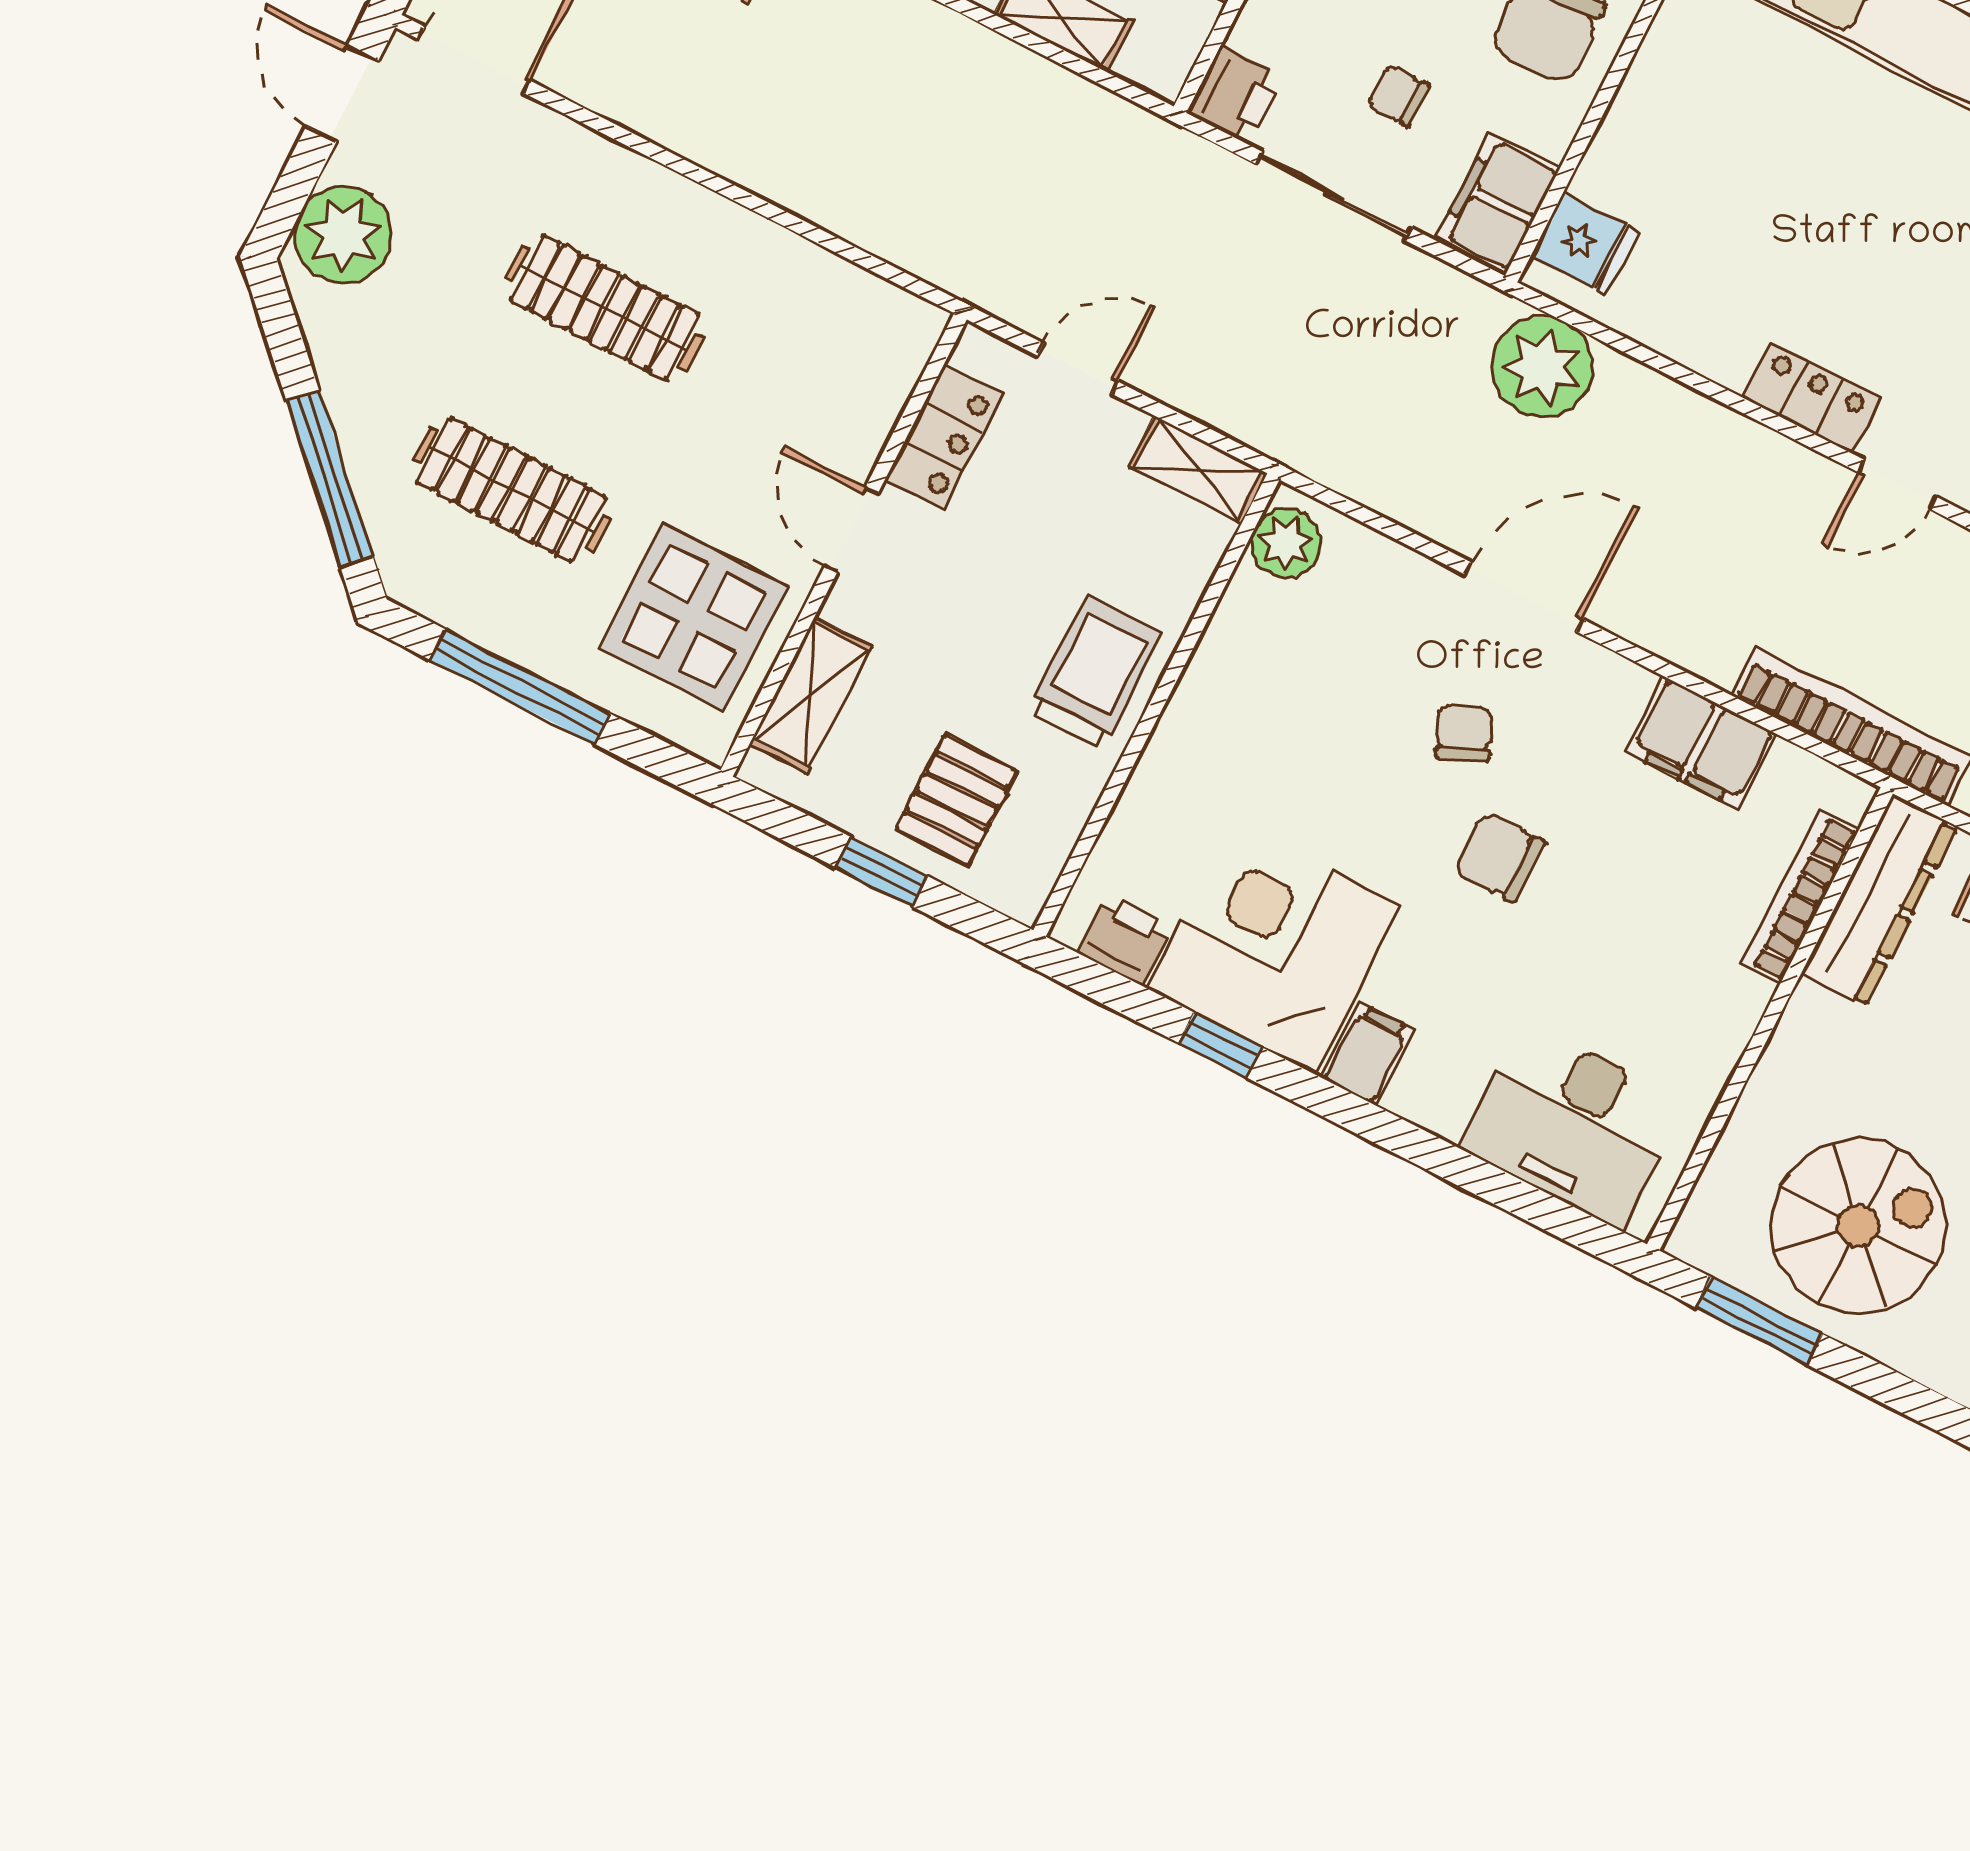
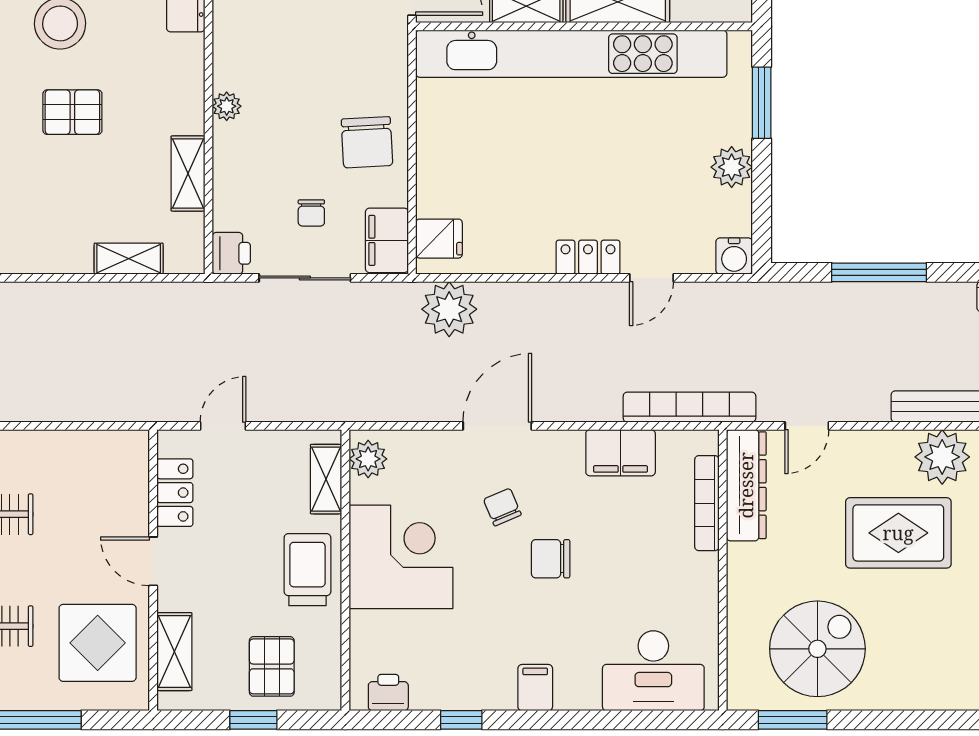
chair: (1398, 96) -> (311, 213), turned -90
shelving: (1198, 470) -> (326, 479), moved, turned 90
corner desk: (1274, 947) -> (401, 557), moved, turned 90

